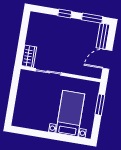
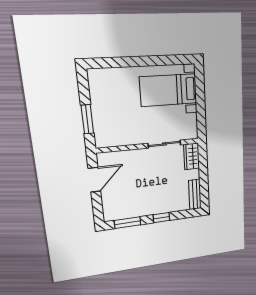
bench: (103, 36) -> (195, 194), moved
bed with nightstands: (70, 113) -> (169, 90), moved, turned 90

